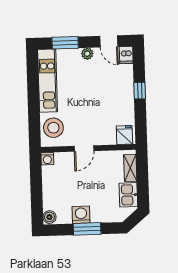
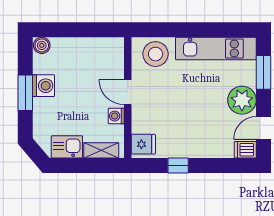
plant: (87, 54) -> (242, 100), width x1.87, depth x1.87
window: (140, 91) -> (178, 165), moved
washing machine: (47, 159) -> (116, 116), moved

